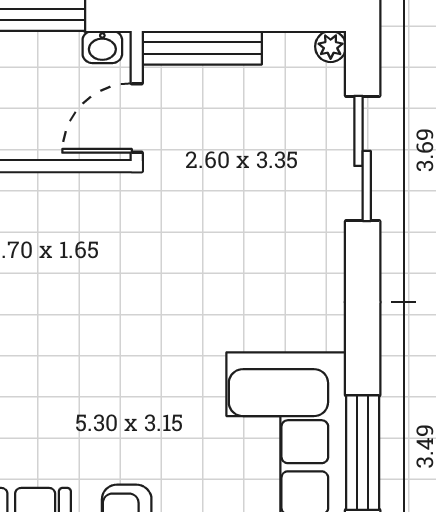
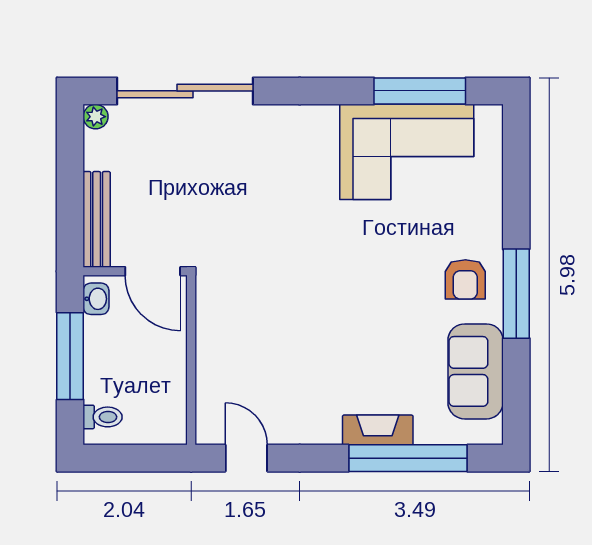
sliding door: (363, 158) -> (185, 91), width x1.36

